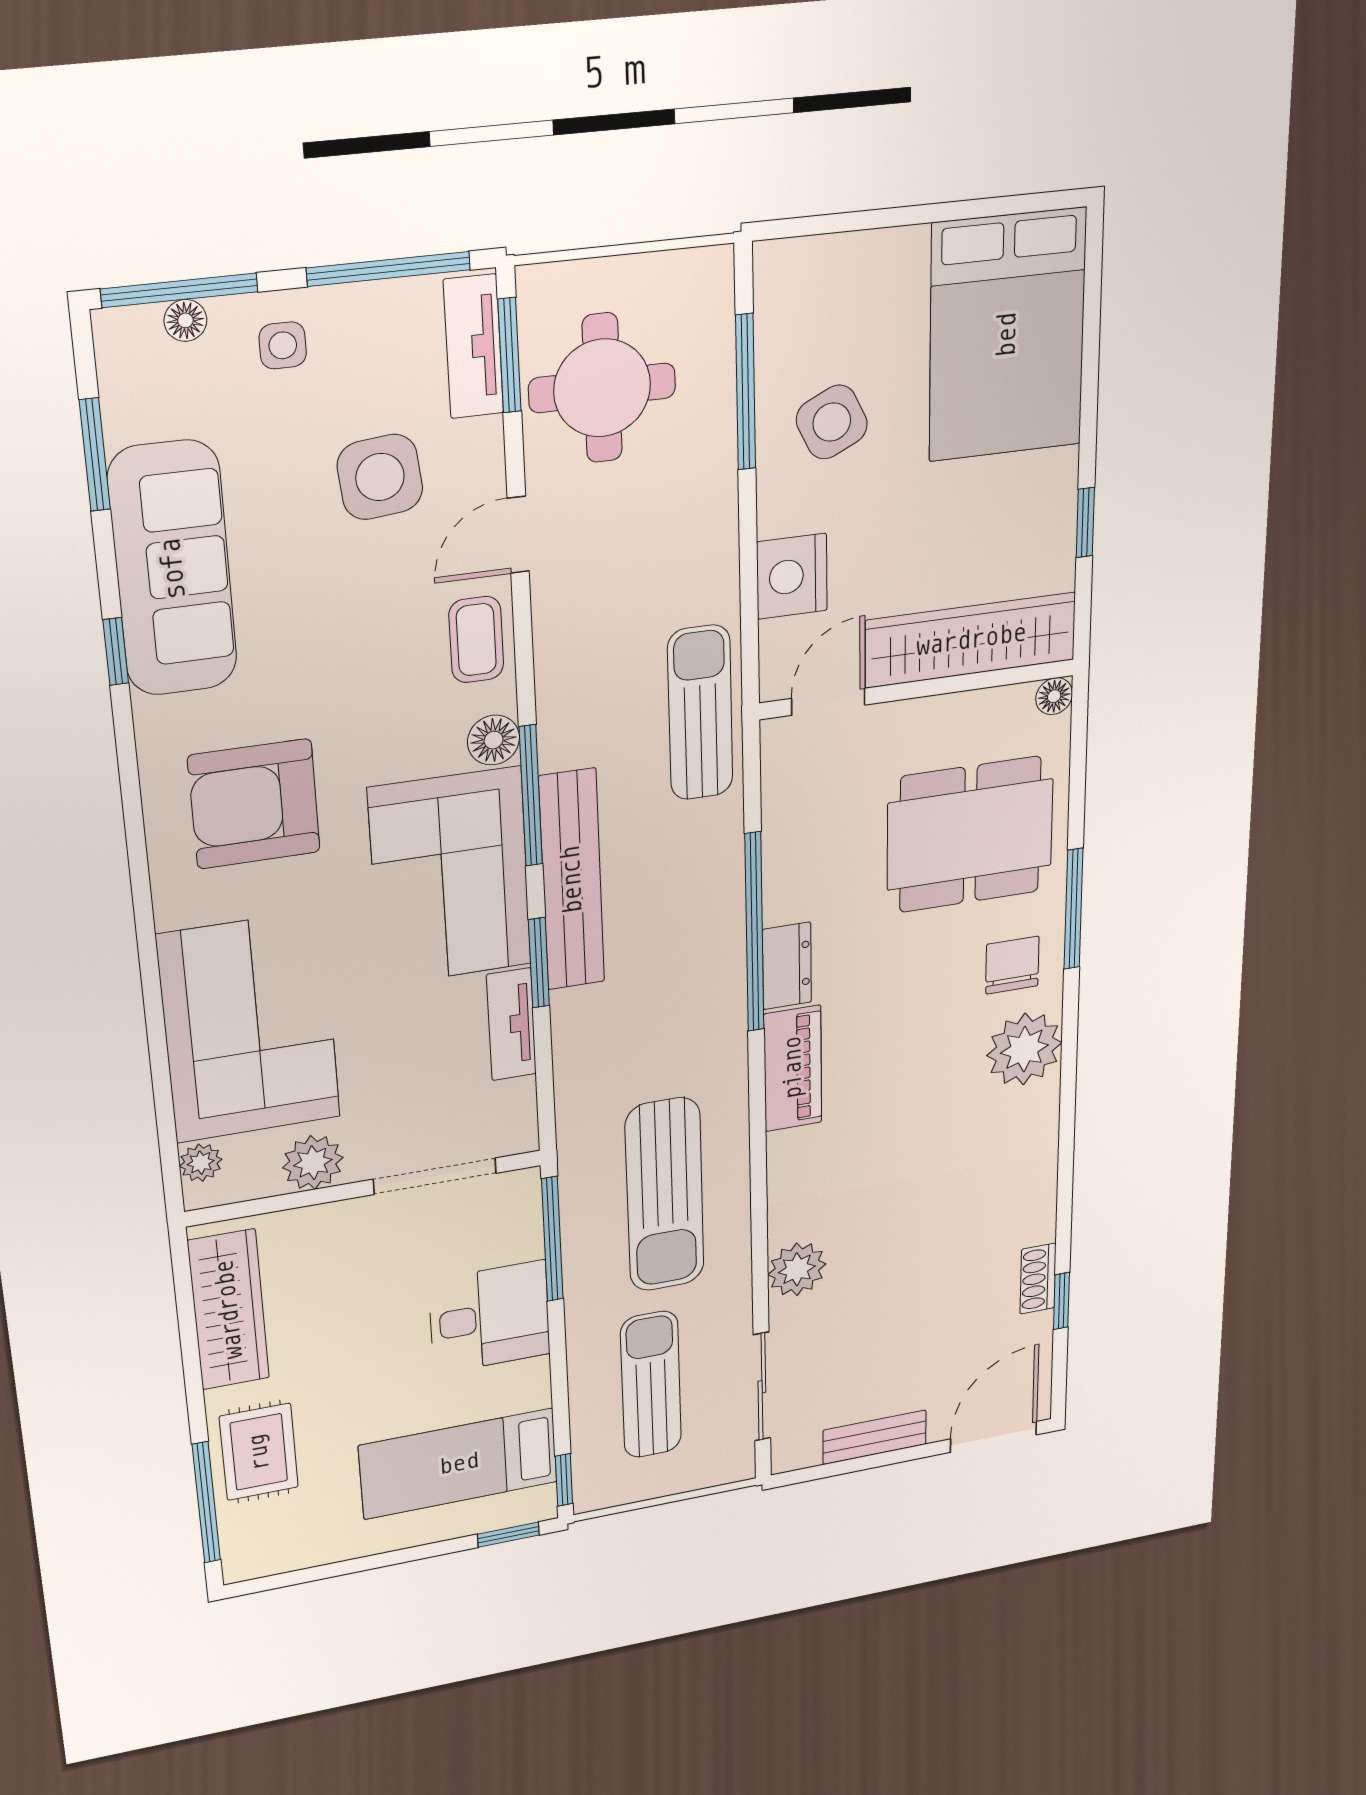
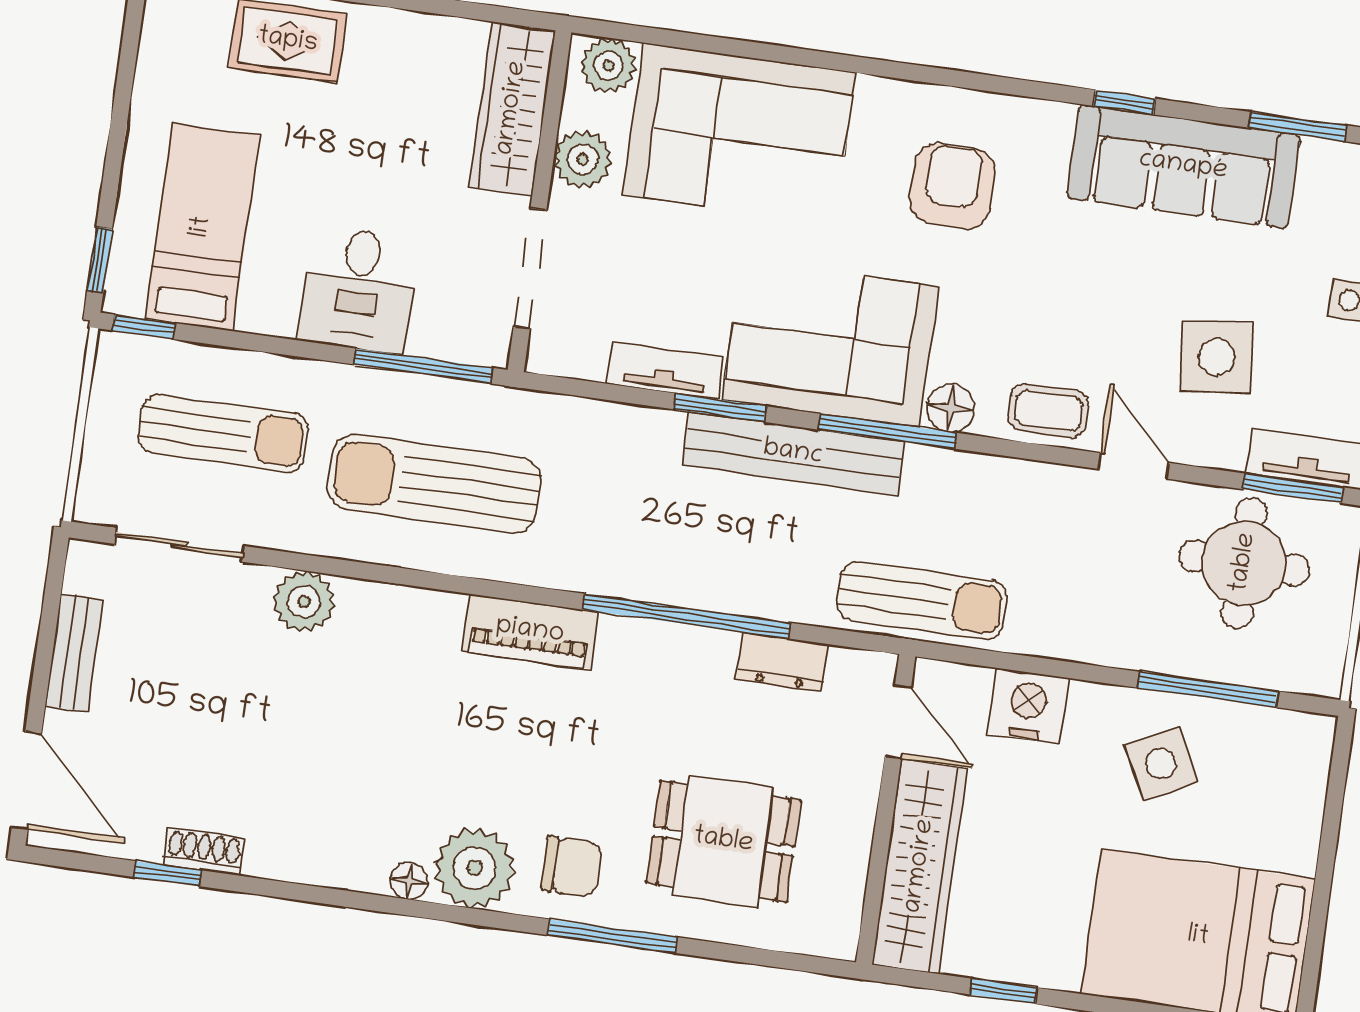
floor lamp: (1054, 696) -> (409, 881), moved
armchair: (254, 804) -> (952, 186), width x0.73, depth x0.73
dining table: (970, 834) -> (723, 841), width x0.73
dresser: (787, 966) -> (782, 662), moved
plant: (201, 1163) -> (608, 66), width x1.38, depth x1.38
wardrobe: (229, 1310) -> (512, 108), moved, turned 90

